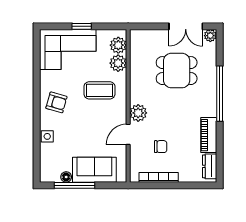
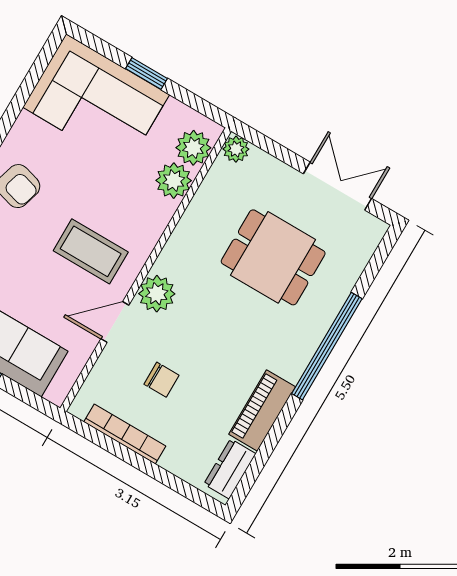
double door: (186, 26) -> (338, 186), swing flipped
plant: (210, 36) -> (236, 149), moved
coffee table: (99, 90) -> (91, 251), moved

